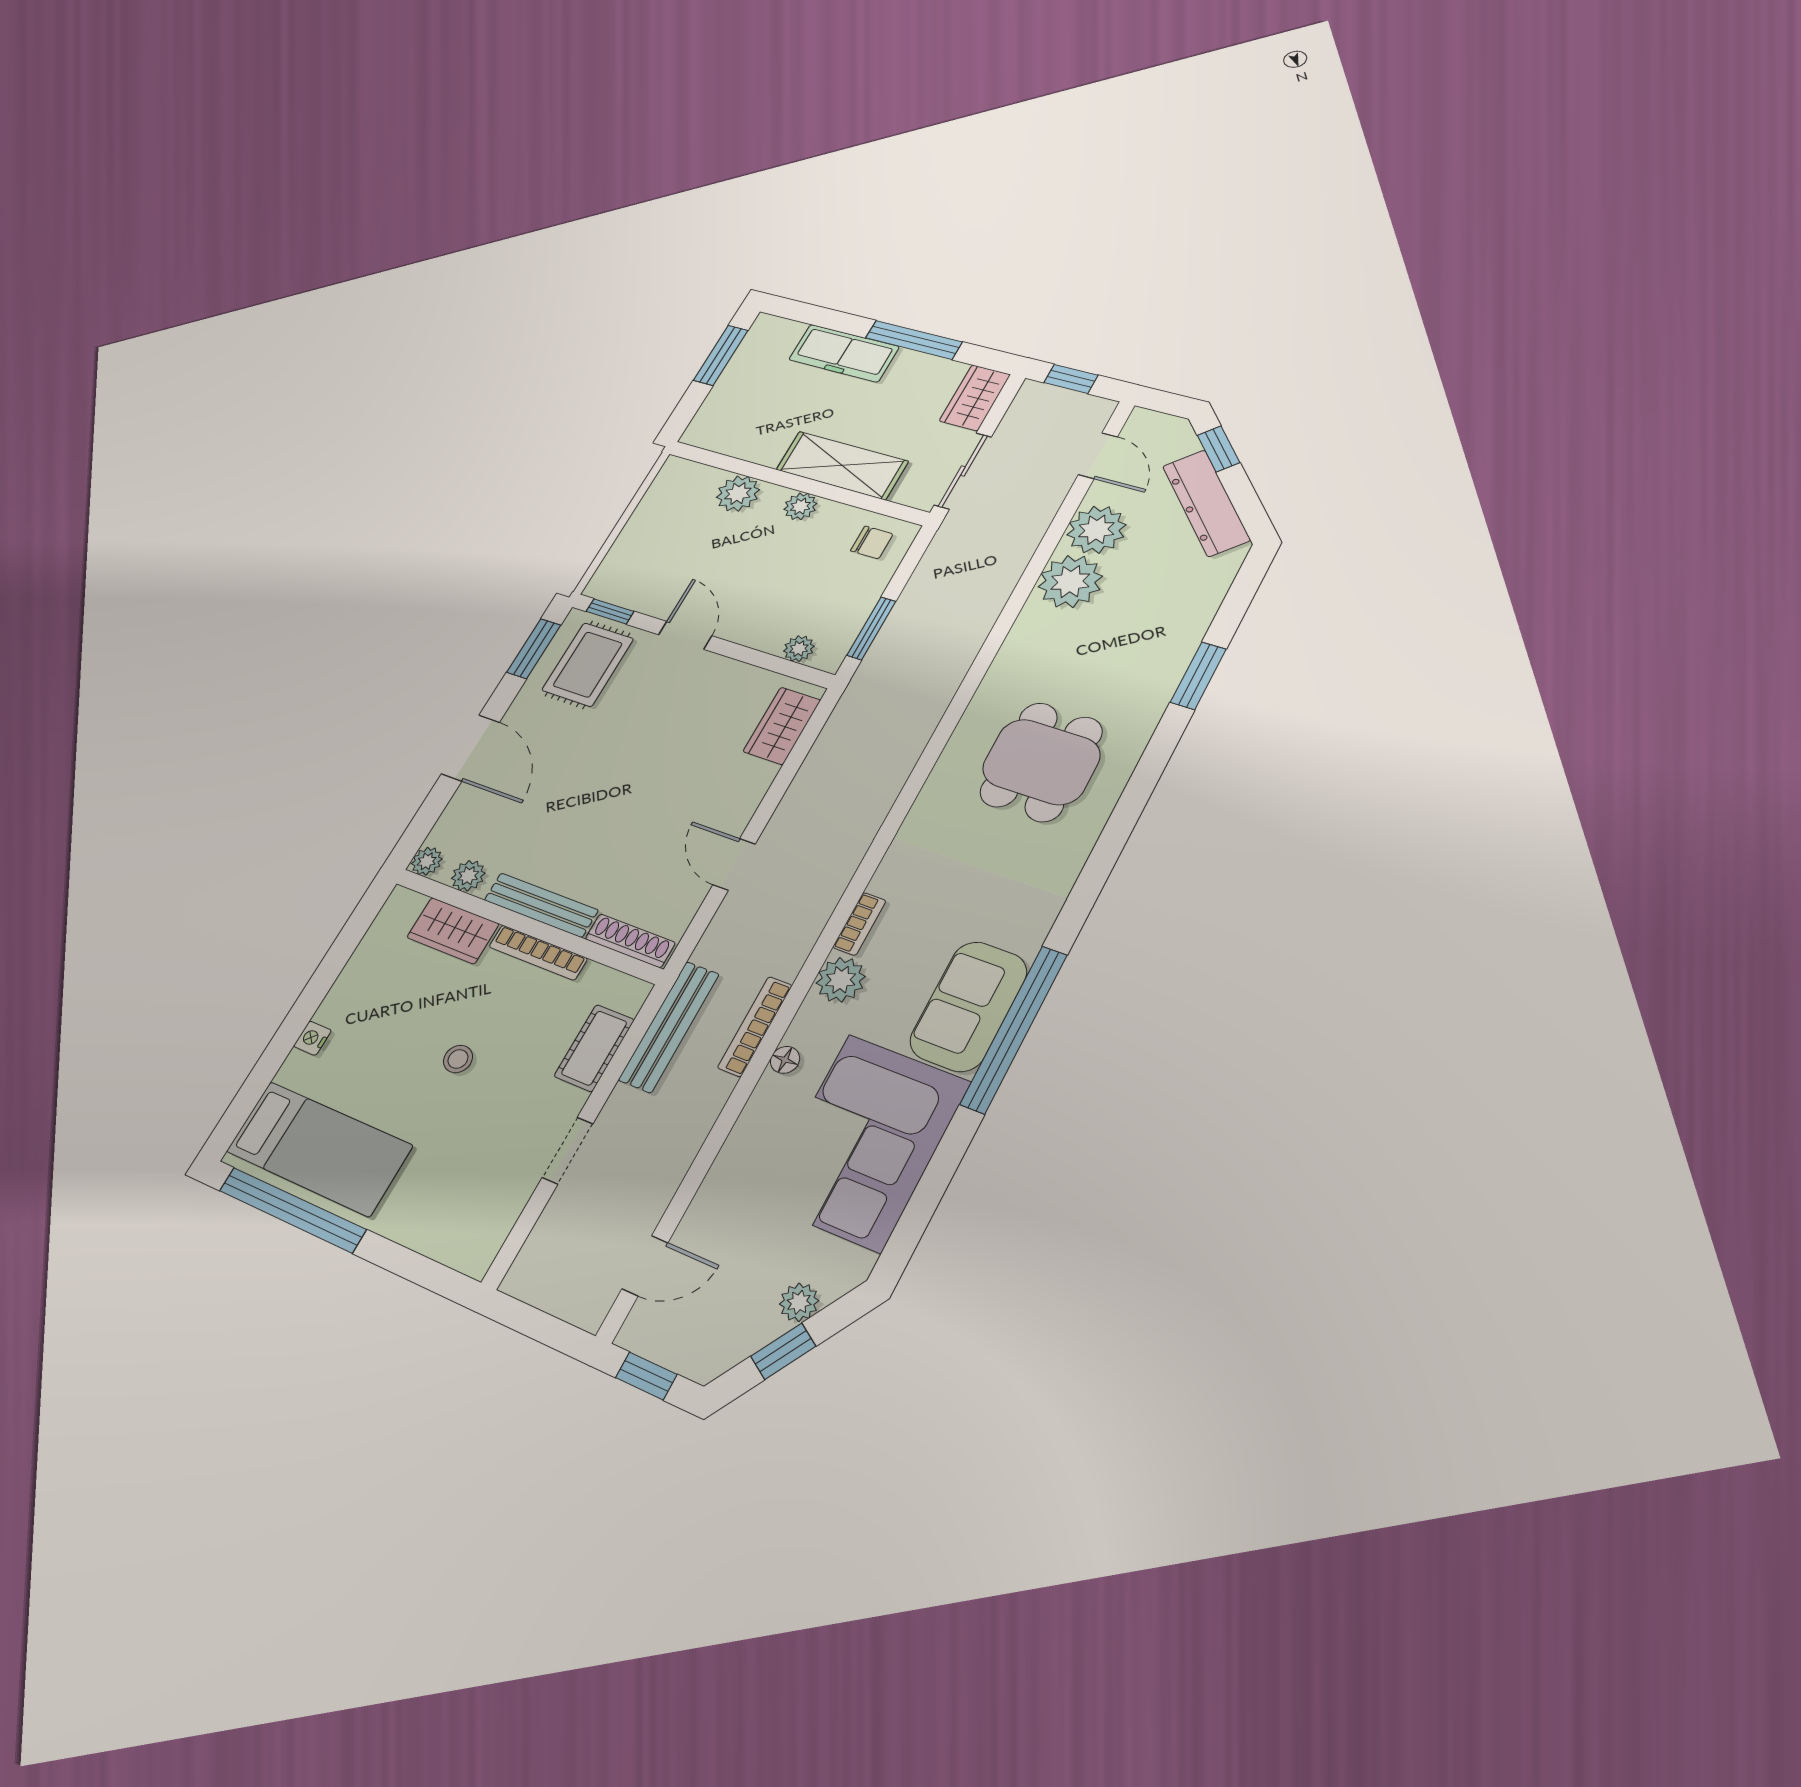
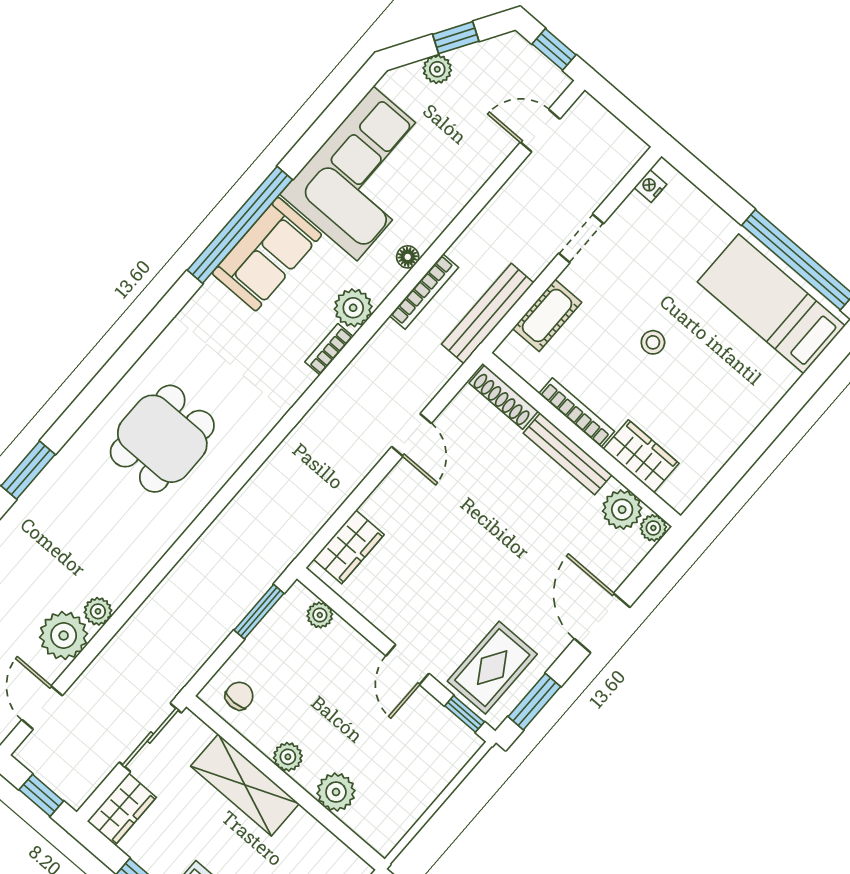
chair: (872, 542) -> (239, 696), turned 90
plant: (1070, 582) -> (98, 611), width x0.53, depth x0.53
plant: (468, 876) -> (622, 510), width x1.38, depth x1.38
nightstand: (312, 1038) -> (650, 186), moved, turned 180

